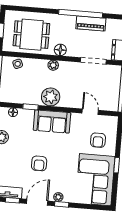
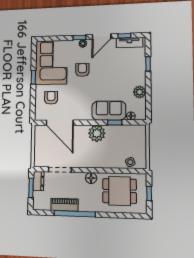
plant: (53, 65) -> (97, 163), removed
door: (90, 112) -> (60, 123), width x1.87
sofa: (52, 121) -> (109, 111), moved
armchair: (39, 163) -> (82, 70), moved

